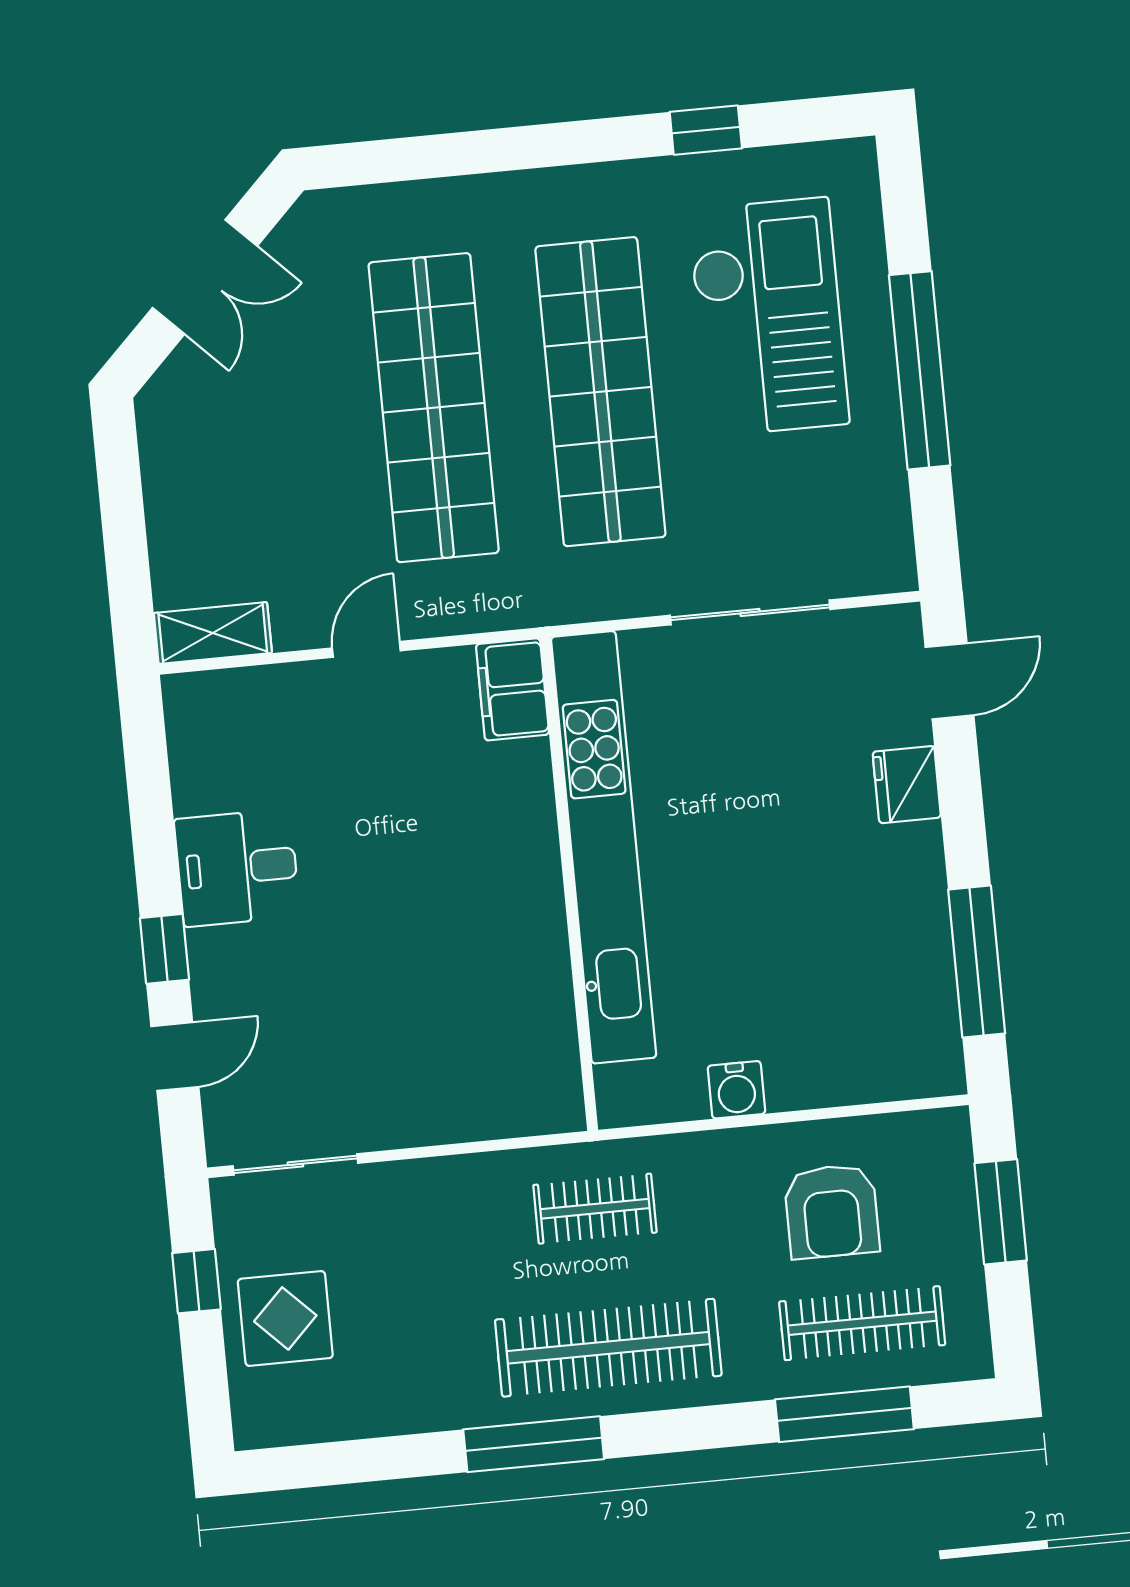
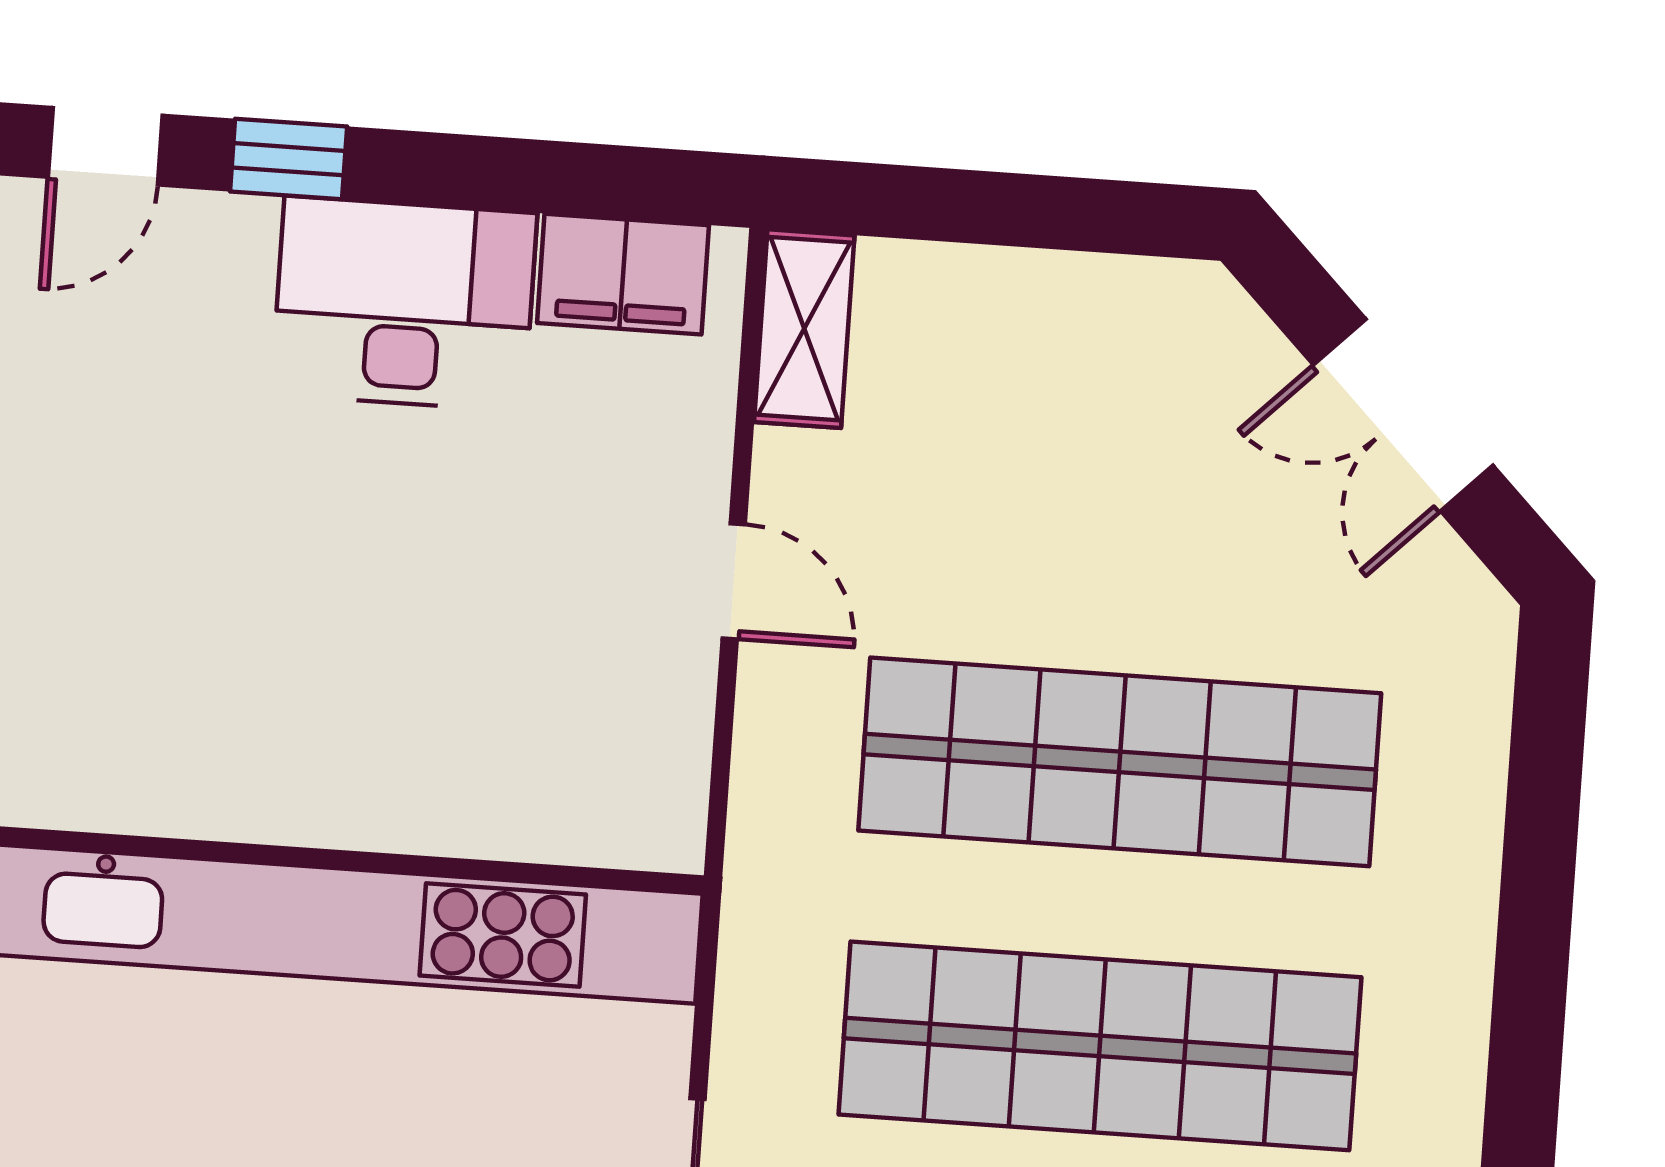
filing cabinet: (512, 689) -> (623, 274), moved, turned 180
desk: (237, 868) -> (404, 304), width x1.37
door: (175, 1057) -> (105, 146), hinge flipped

